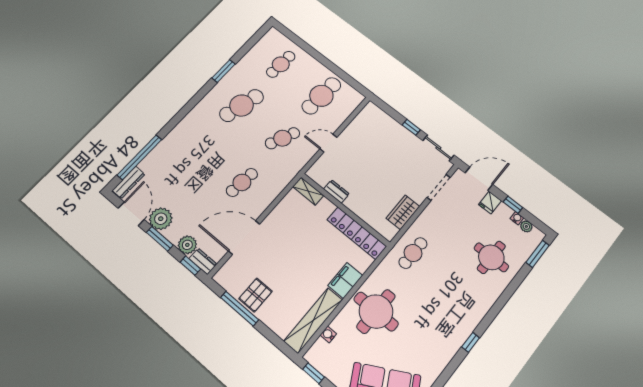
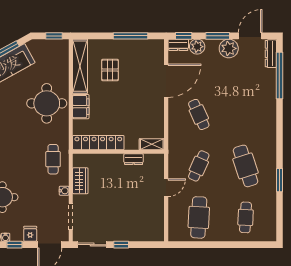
cafe table: (242, 105) -> (246, 166), turned -33
cafe table: (242, 182) -> (199, 114), turned -30
door: (131, 214) -> (250, 36), swing flipped
pallet: (255, 295) -> (110, 70), moved
water cooler: (328, 334) -> (64, 191), moved

